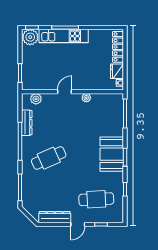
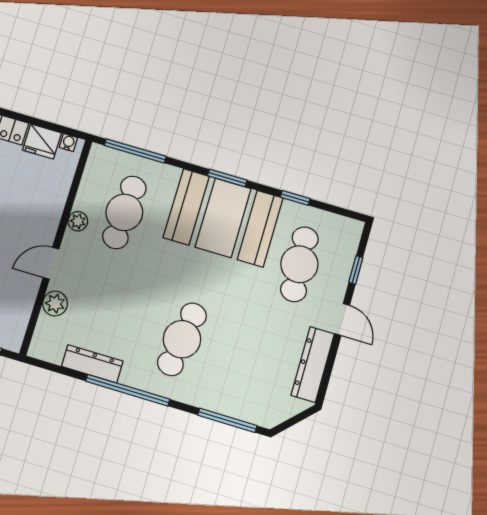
door: (65, 92) -> (51, 263), hinge flipped
plant: (36, 99) -> (55, 304), moved
cafe table: (96, 117) -> (124, 212), added
booth: (112, 154) -> (223, 218), width x1.36, depth x1.42
cafe table: (49, 158) -> (182, 339), turned 33

